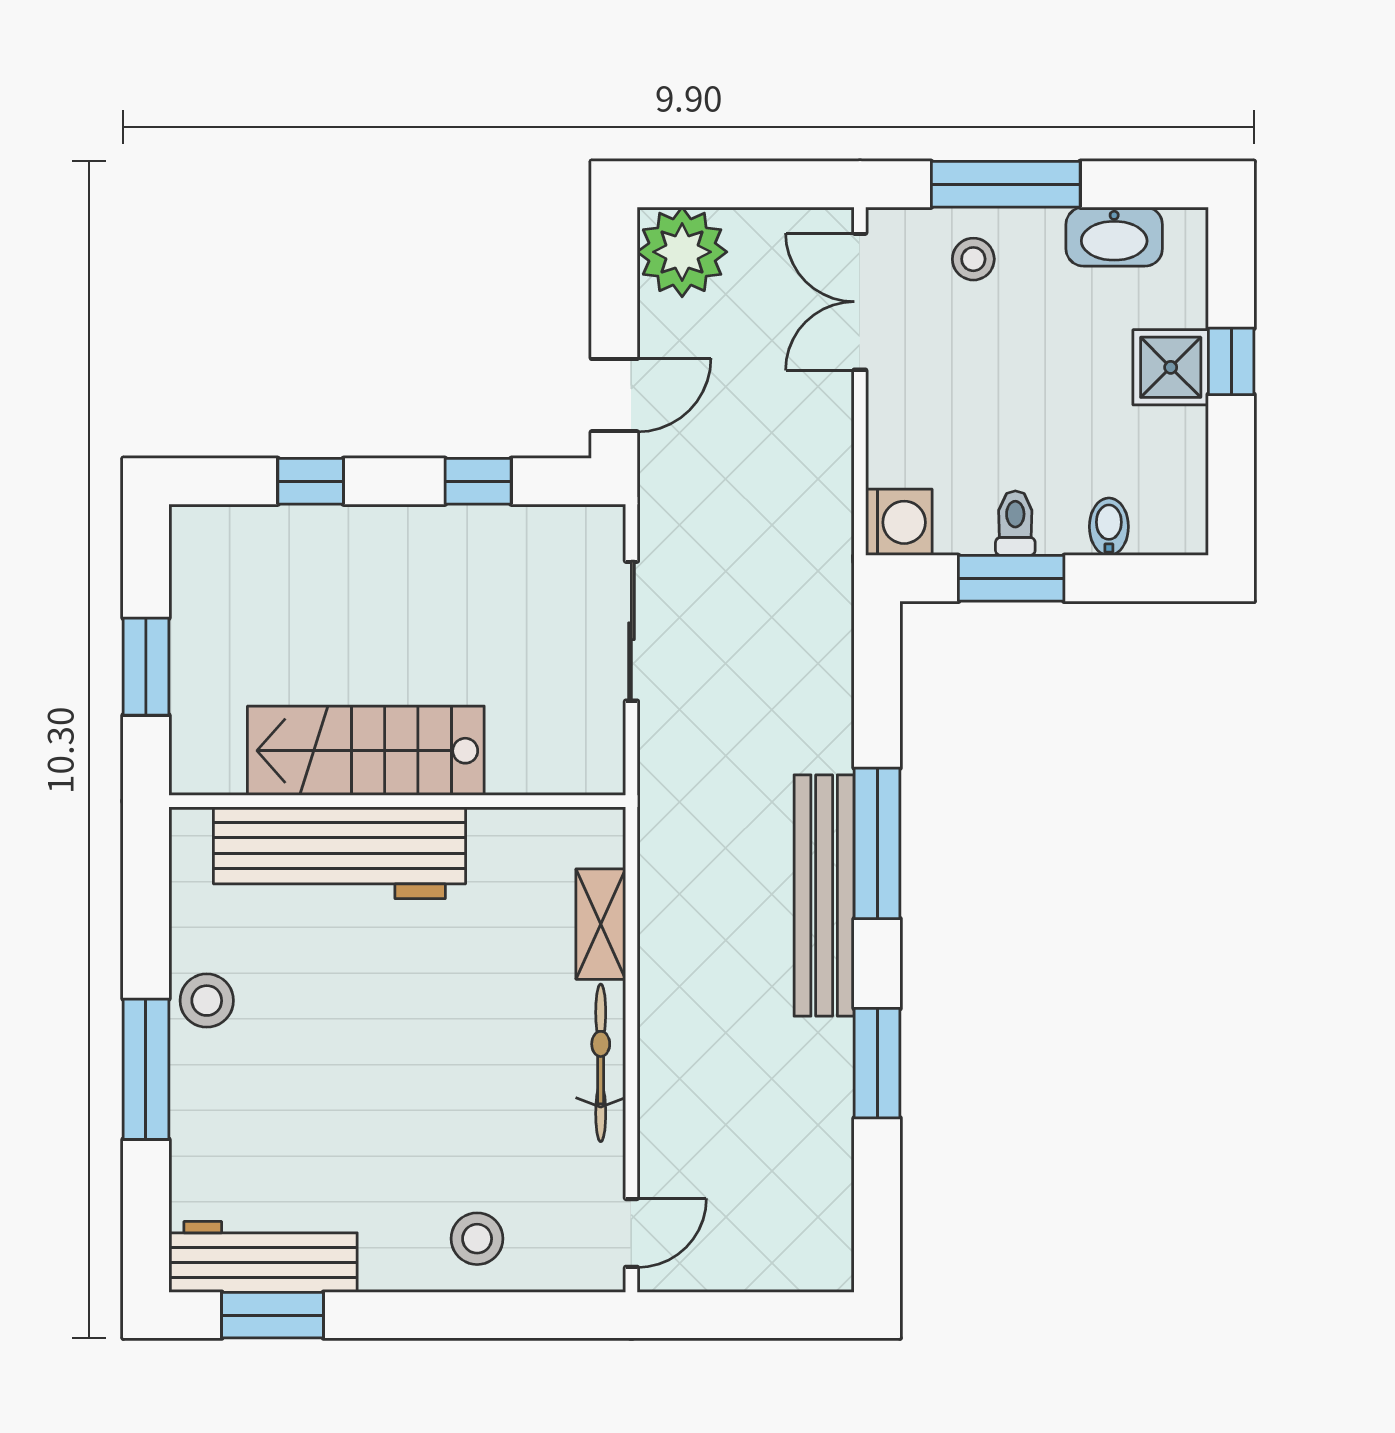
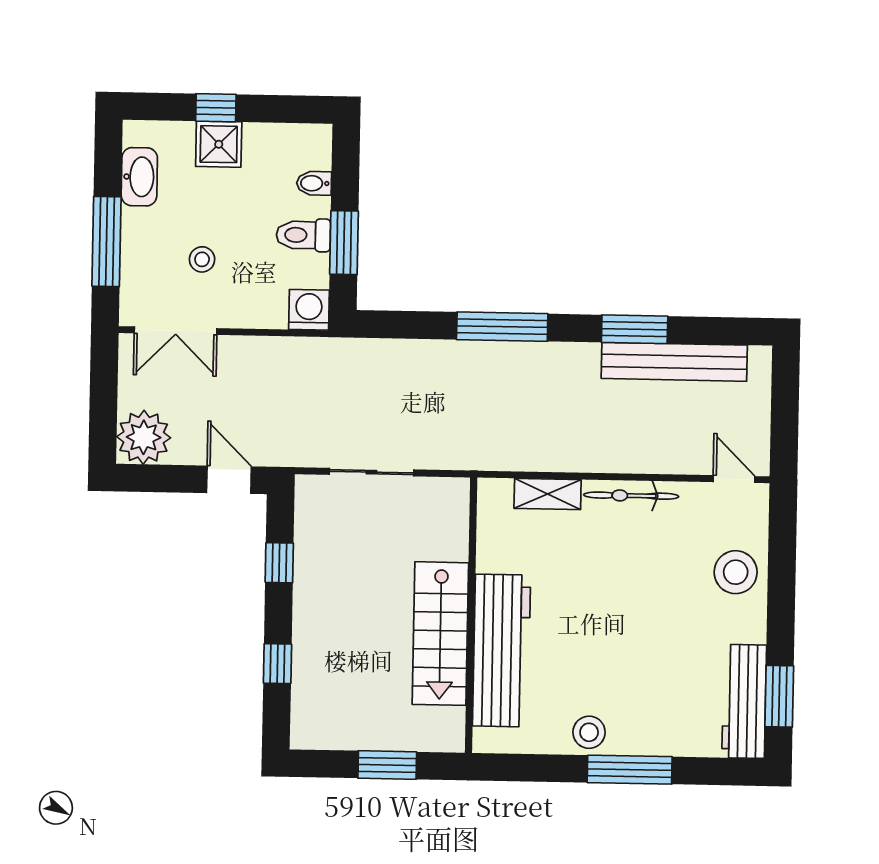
stool: (973, 259) -> (202, 259), moved
toilet: (1015, 523) -> (303, 235), width x1.37, depth x1.39
bench: (824, 896) -> (674, 362), moved
stool: (477, 1239) -> (736, 572), width x1.38, depth x1.38

